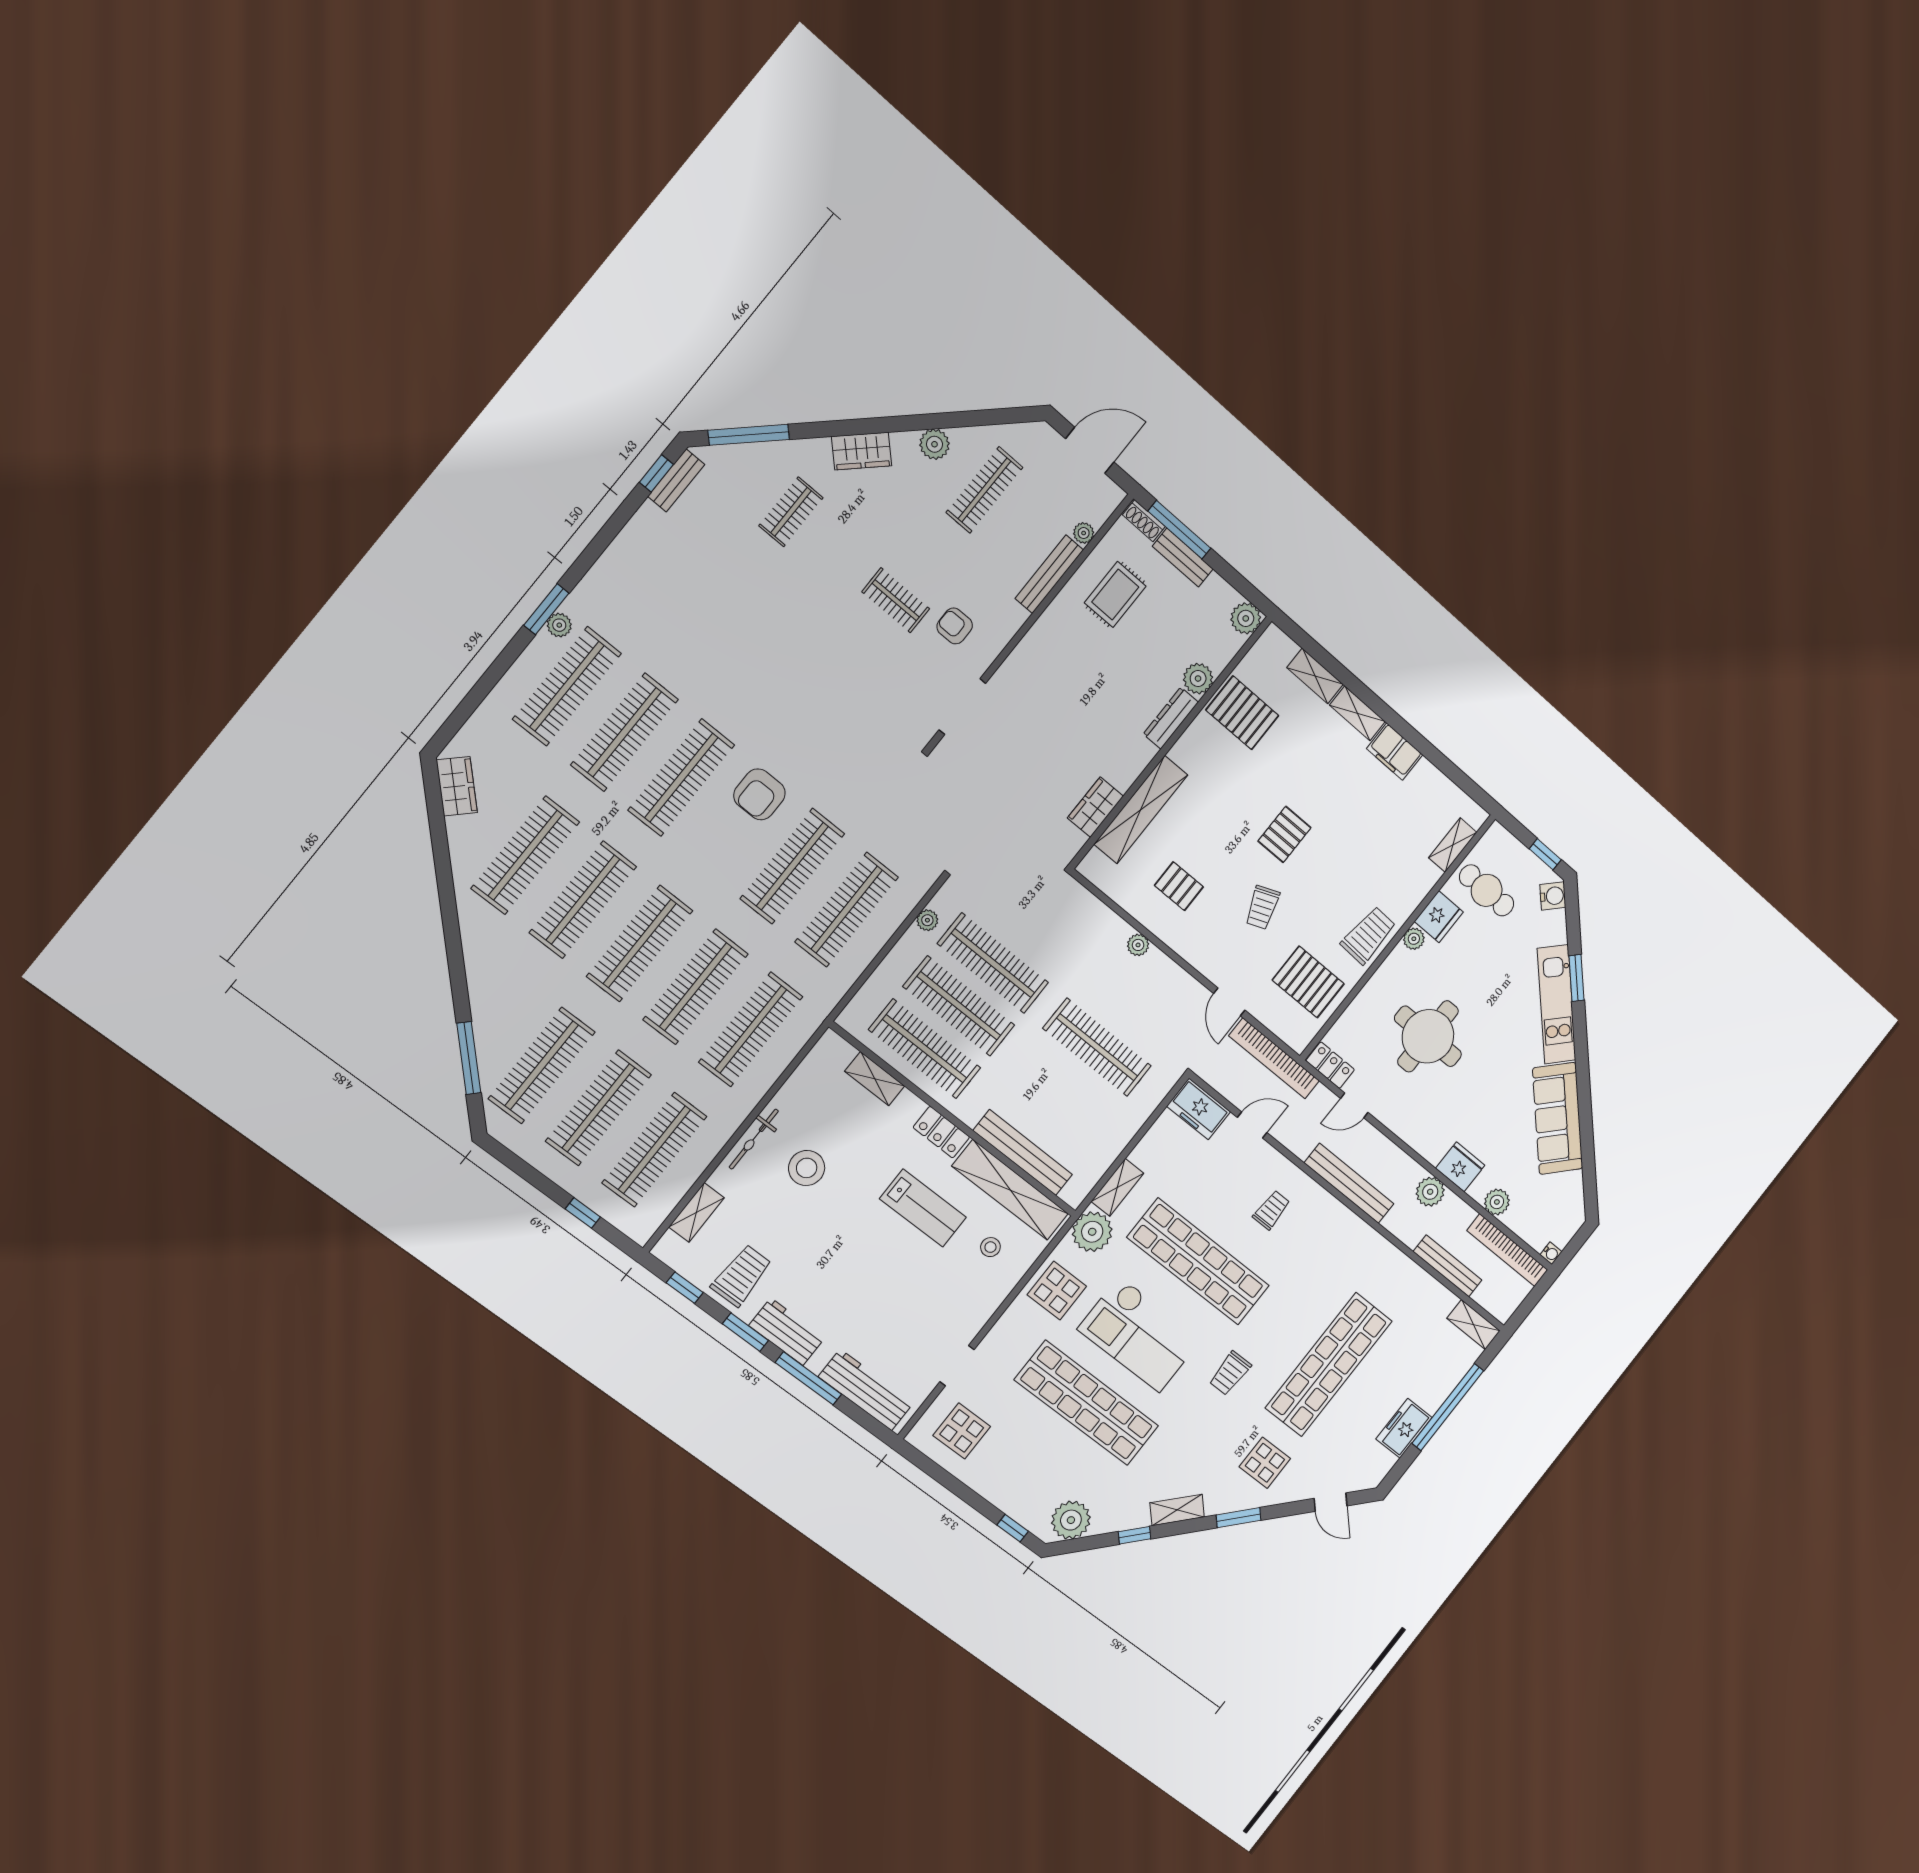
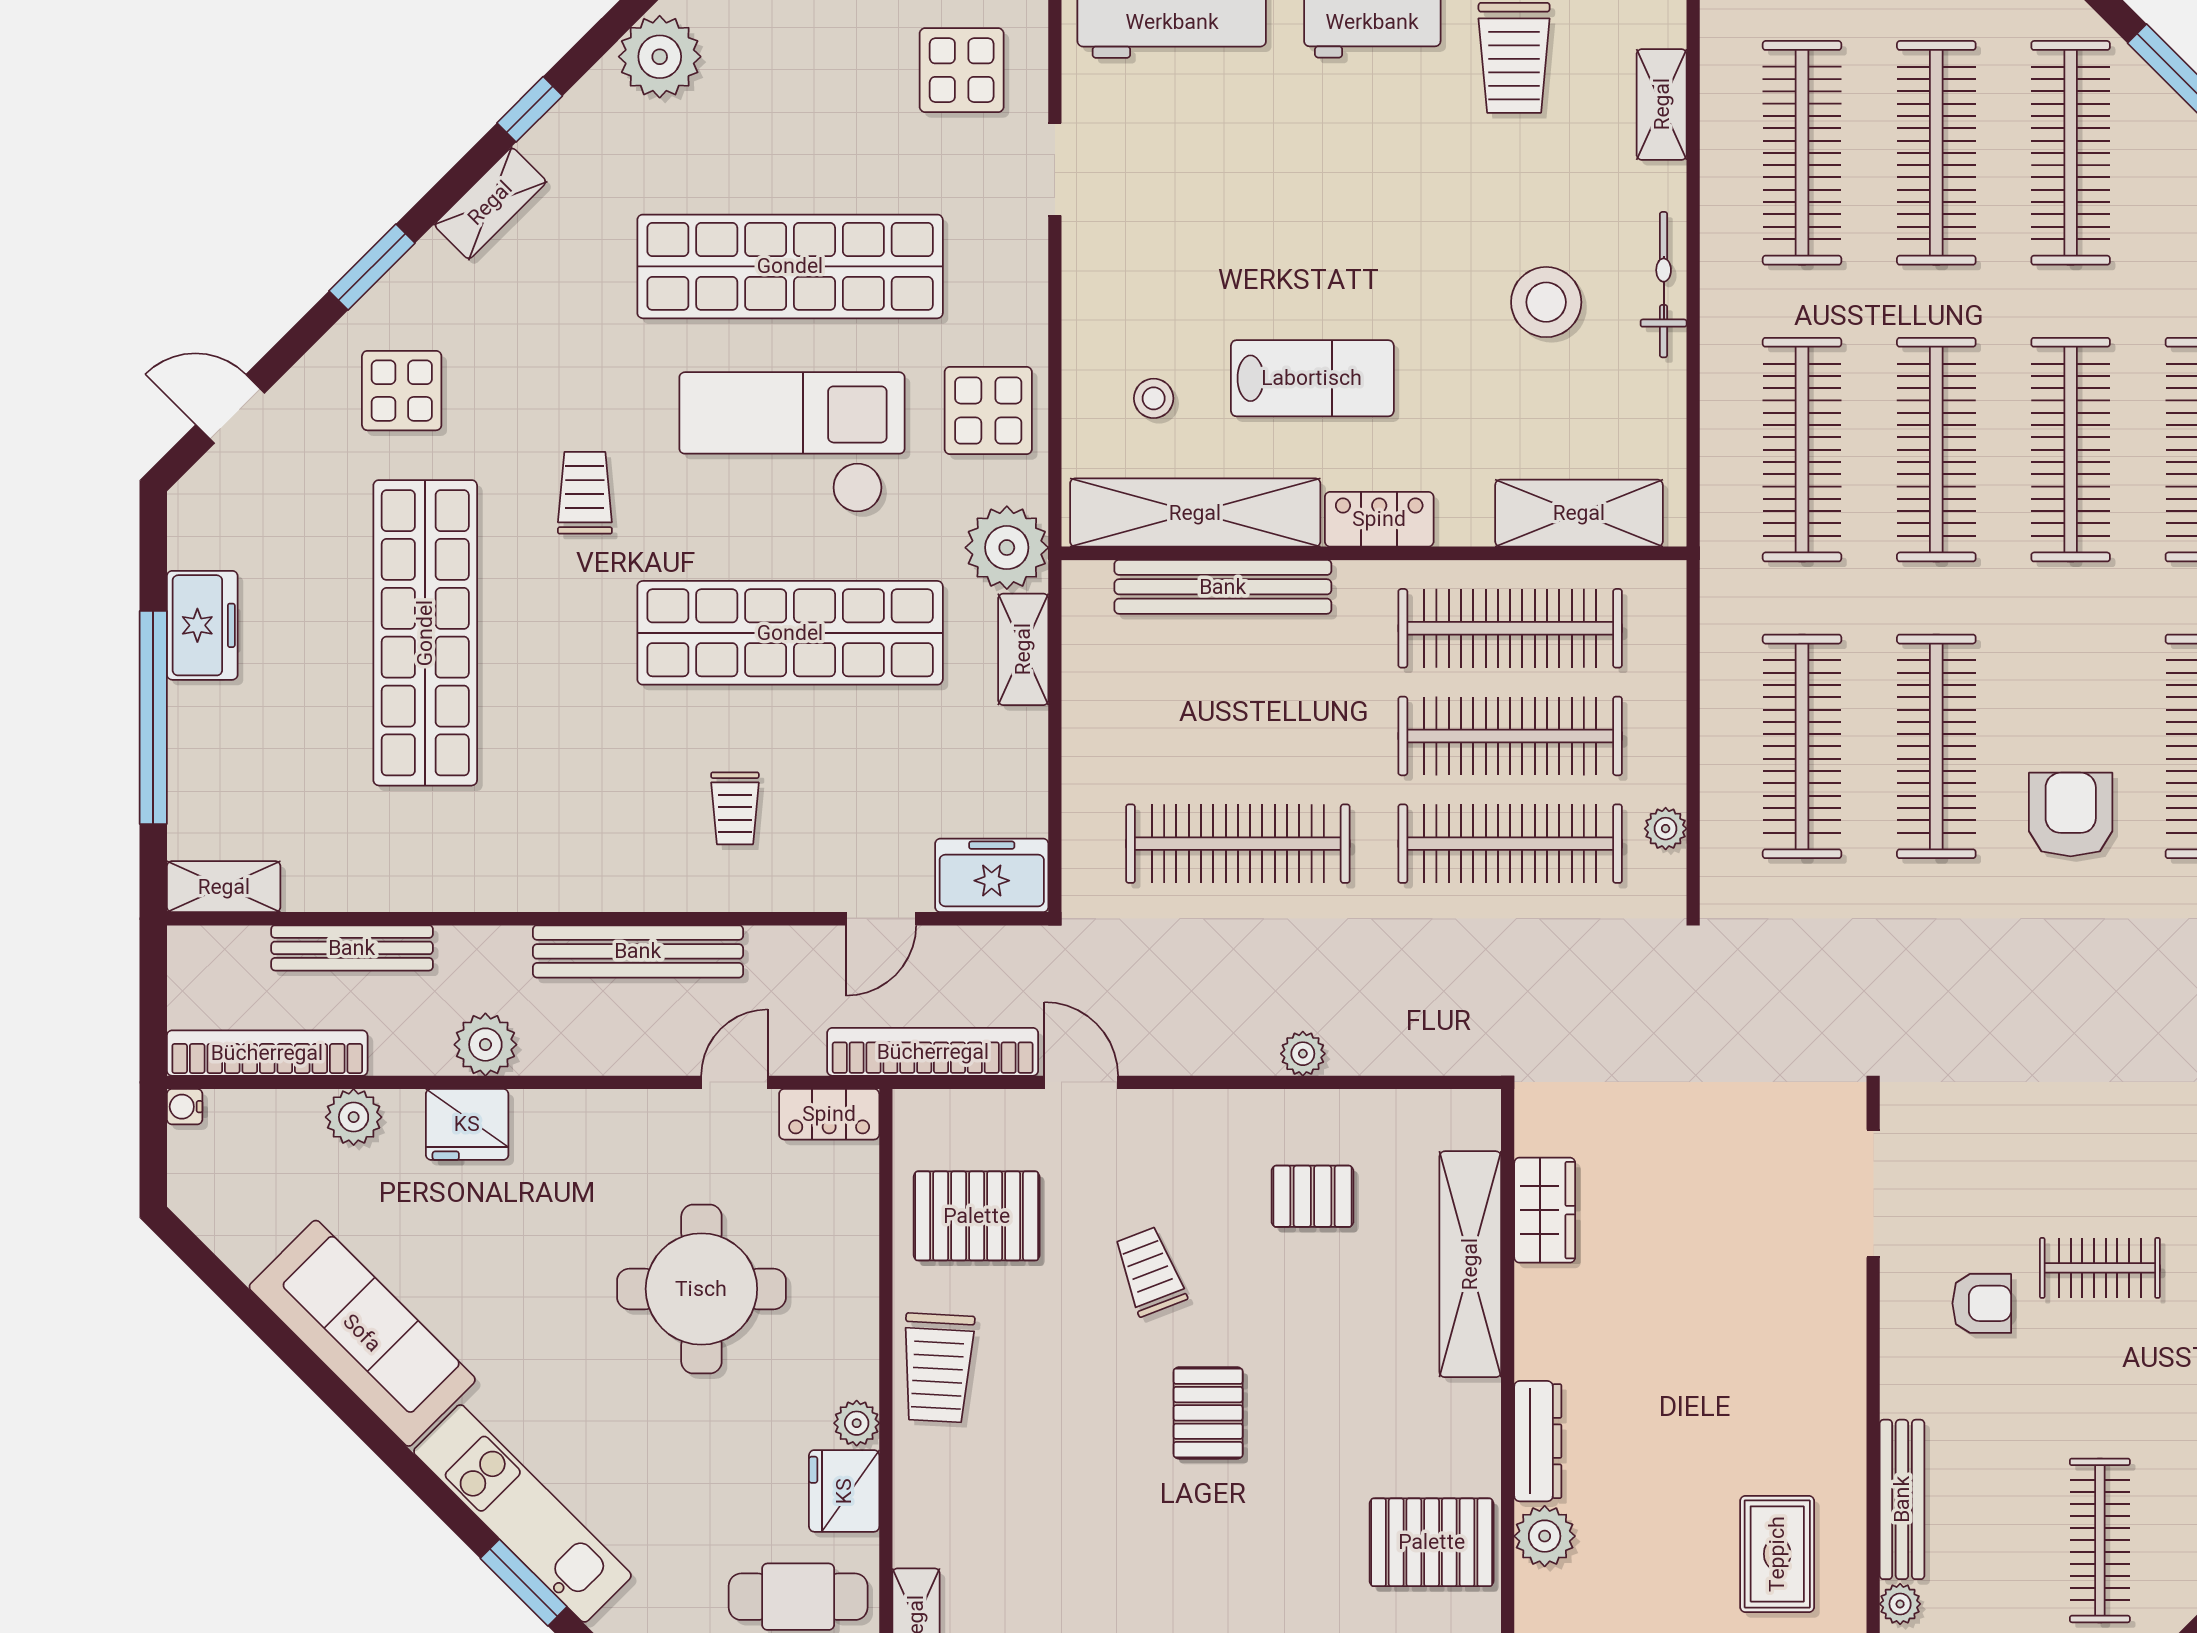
shelving: (875, 1079) -> (1579, 513), width x1.50, depth x1.33
lab bench: (923, 1208) -> (1312, 378), turned 180

